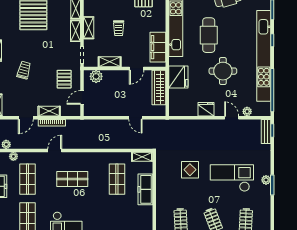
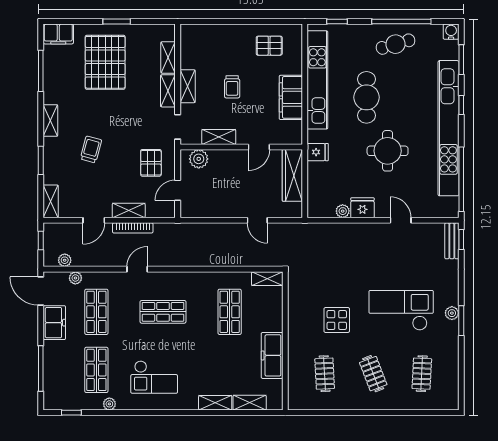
filing cabinet: (158, 47) -> (291, 97), moved
fridge: (178, 77) -> (318, 152), width x0.53, depth x0.75
plant: (247, 111) -> (343, 211), moved
display table: (190, 170) -> (337, 320), moved
freezer: (145, 189) -> (272, 355), moved

